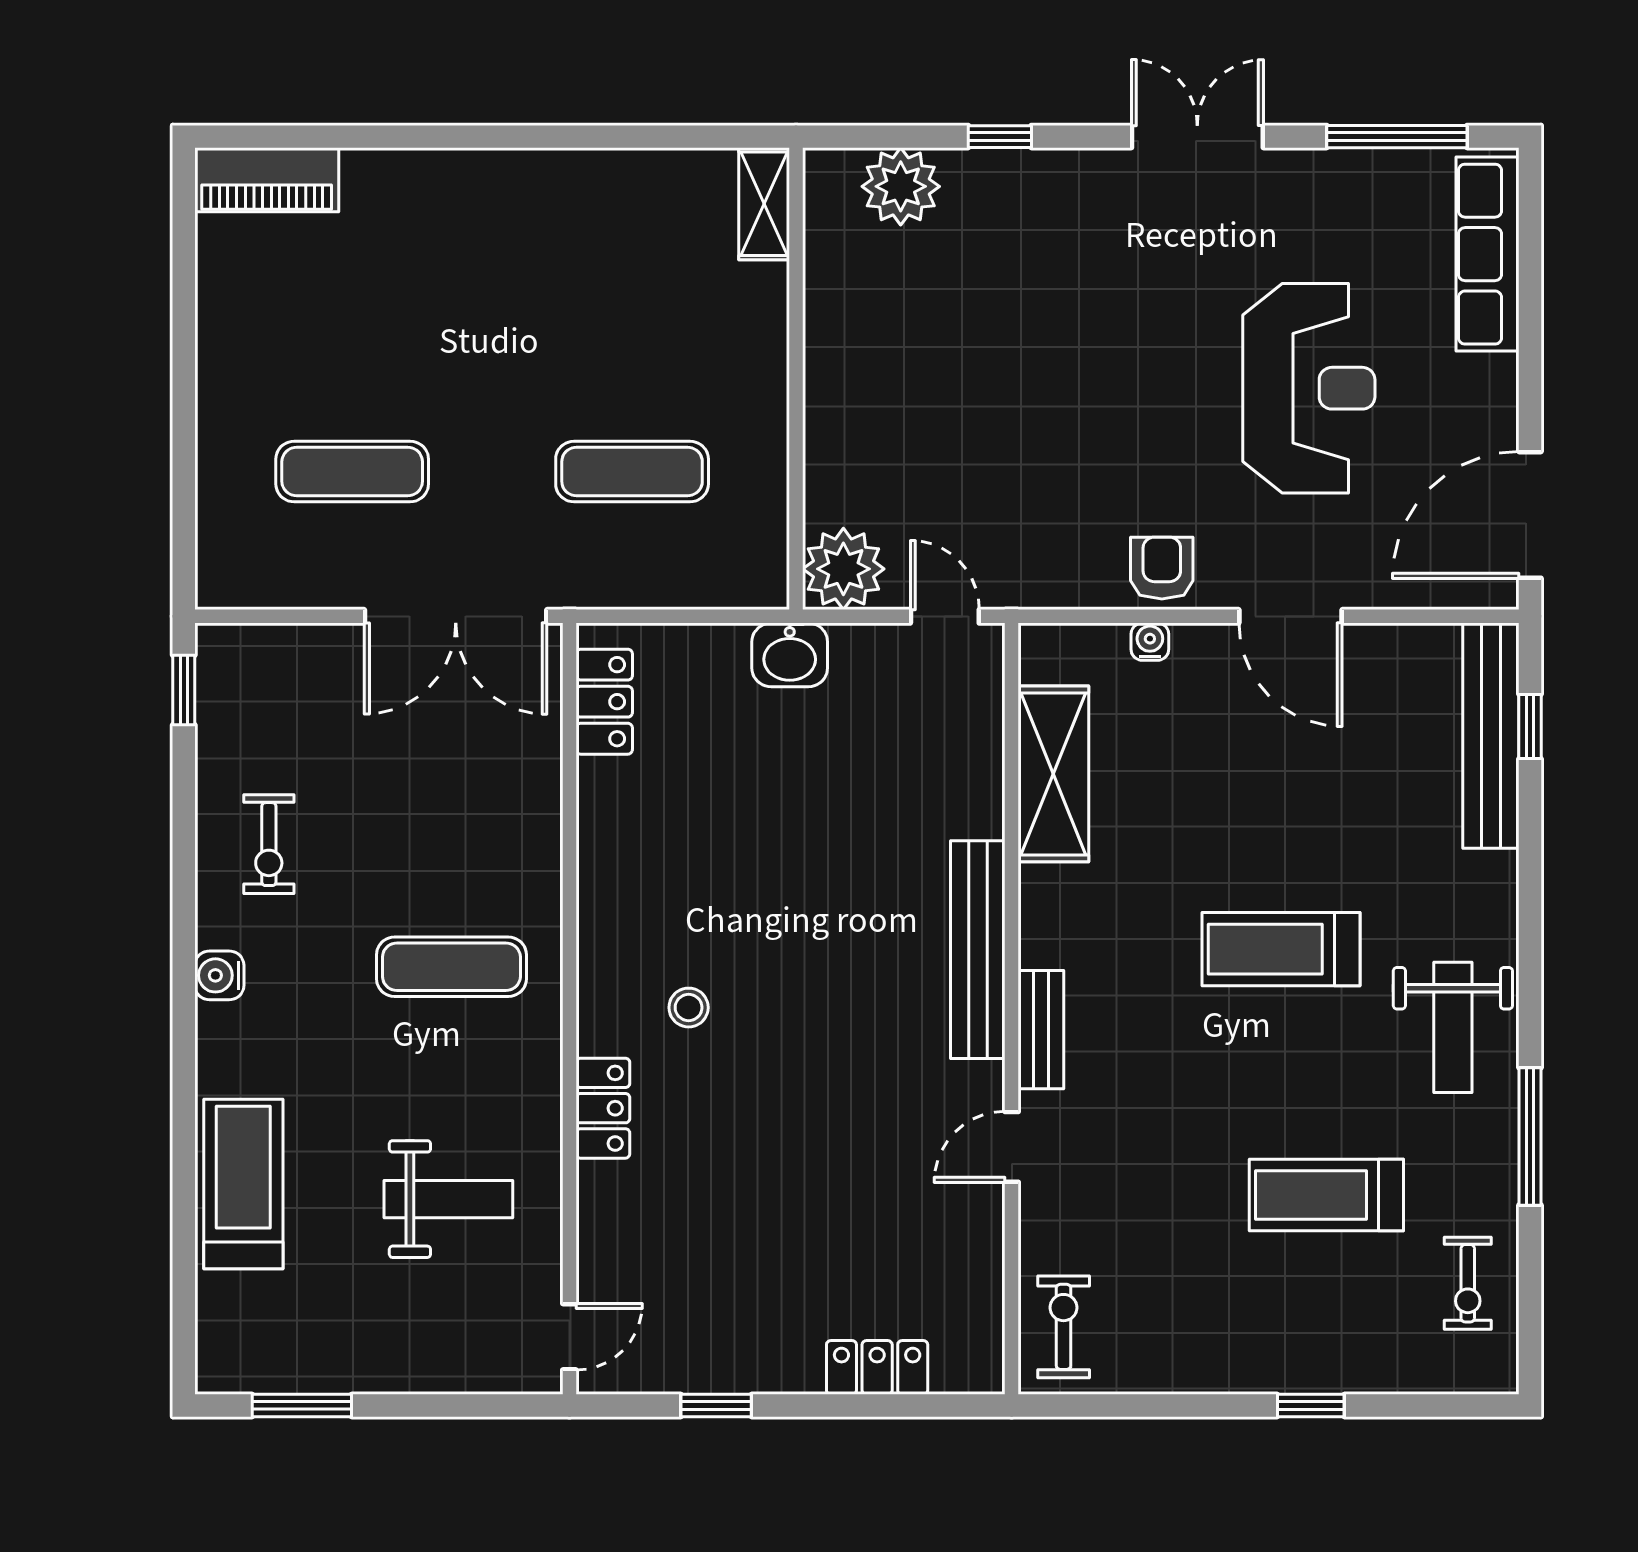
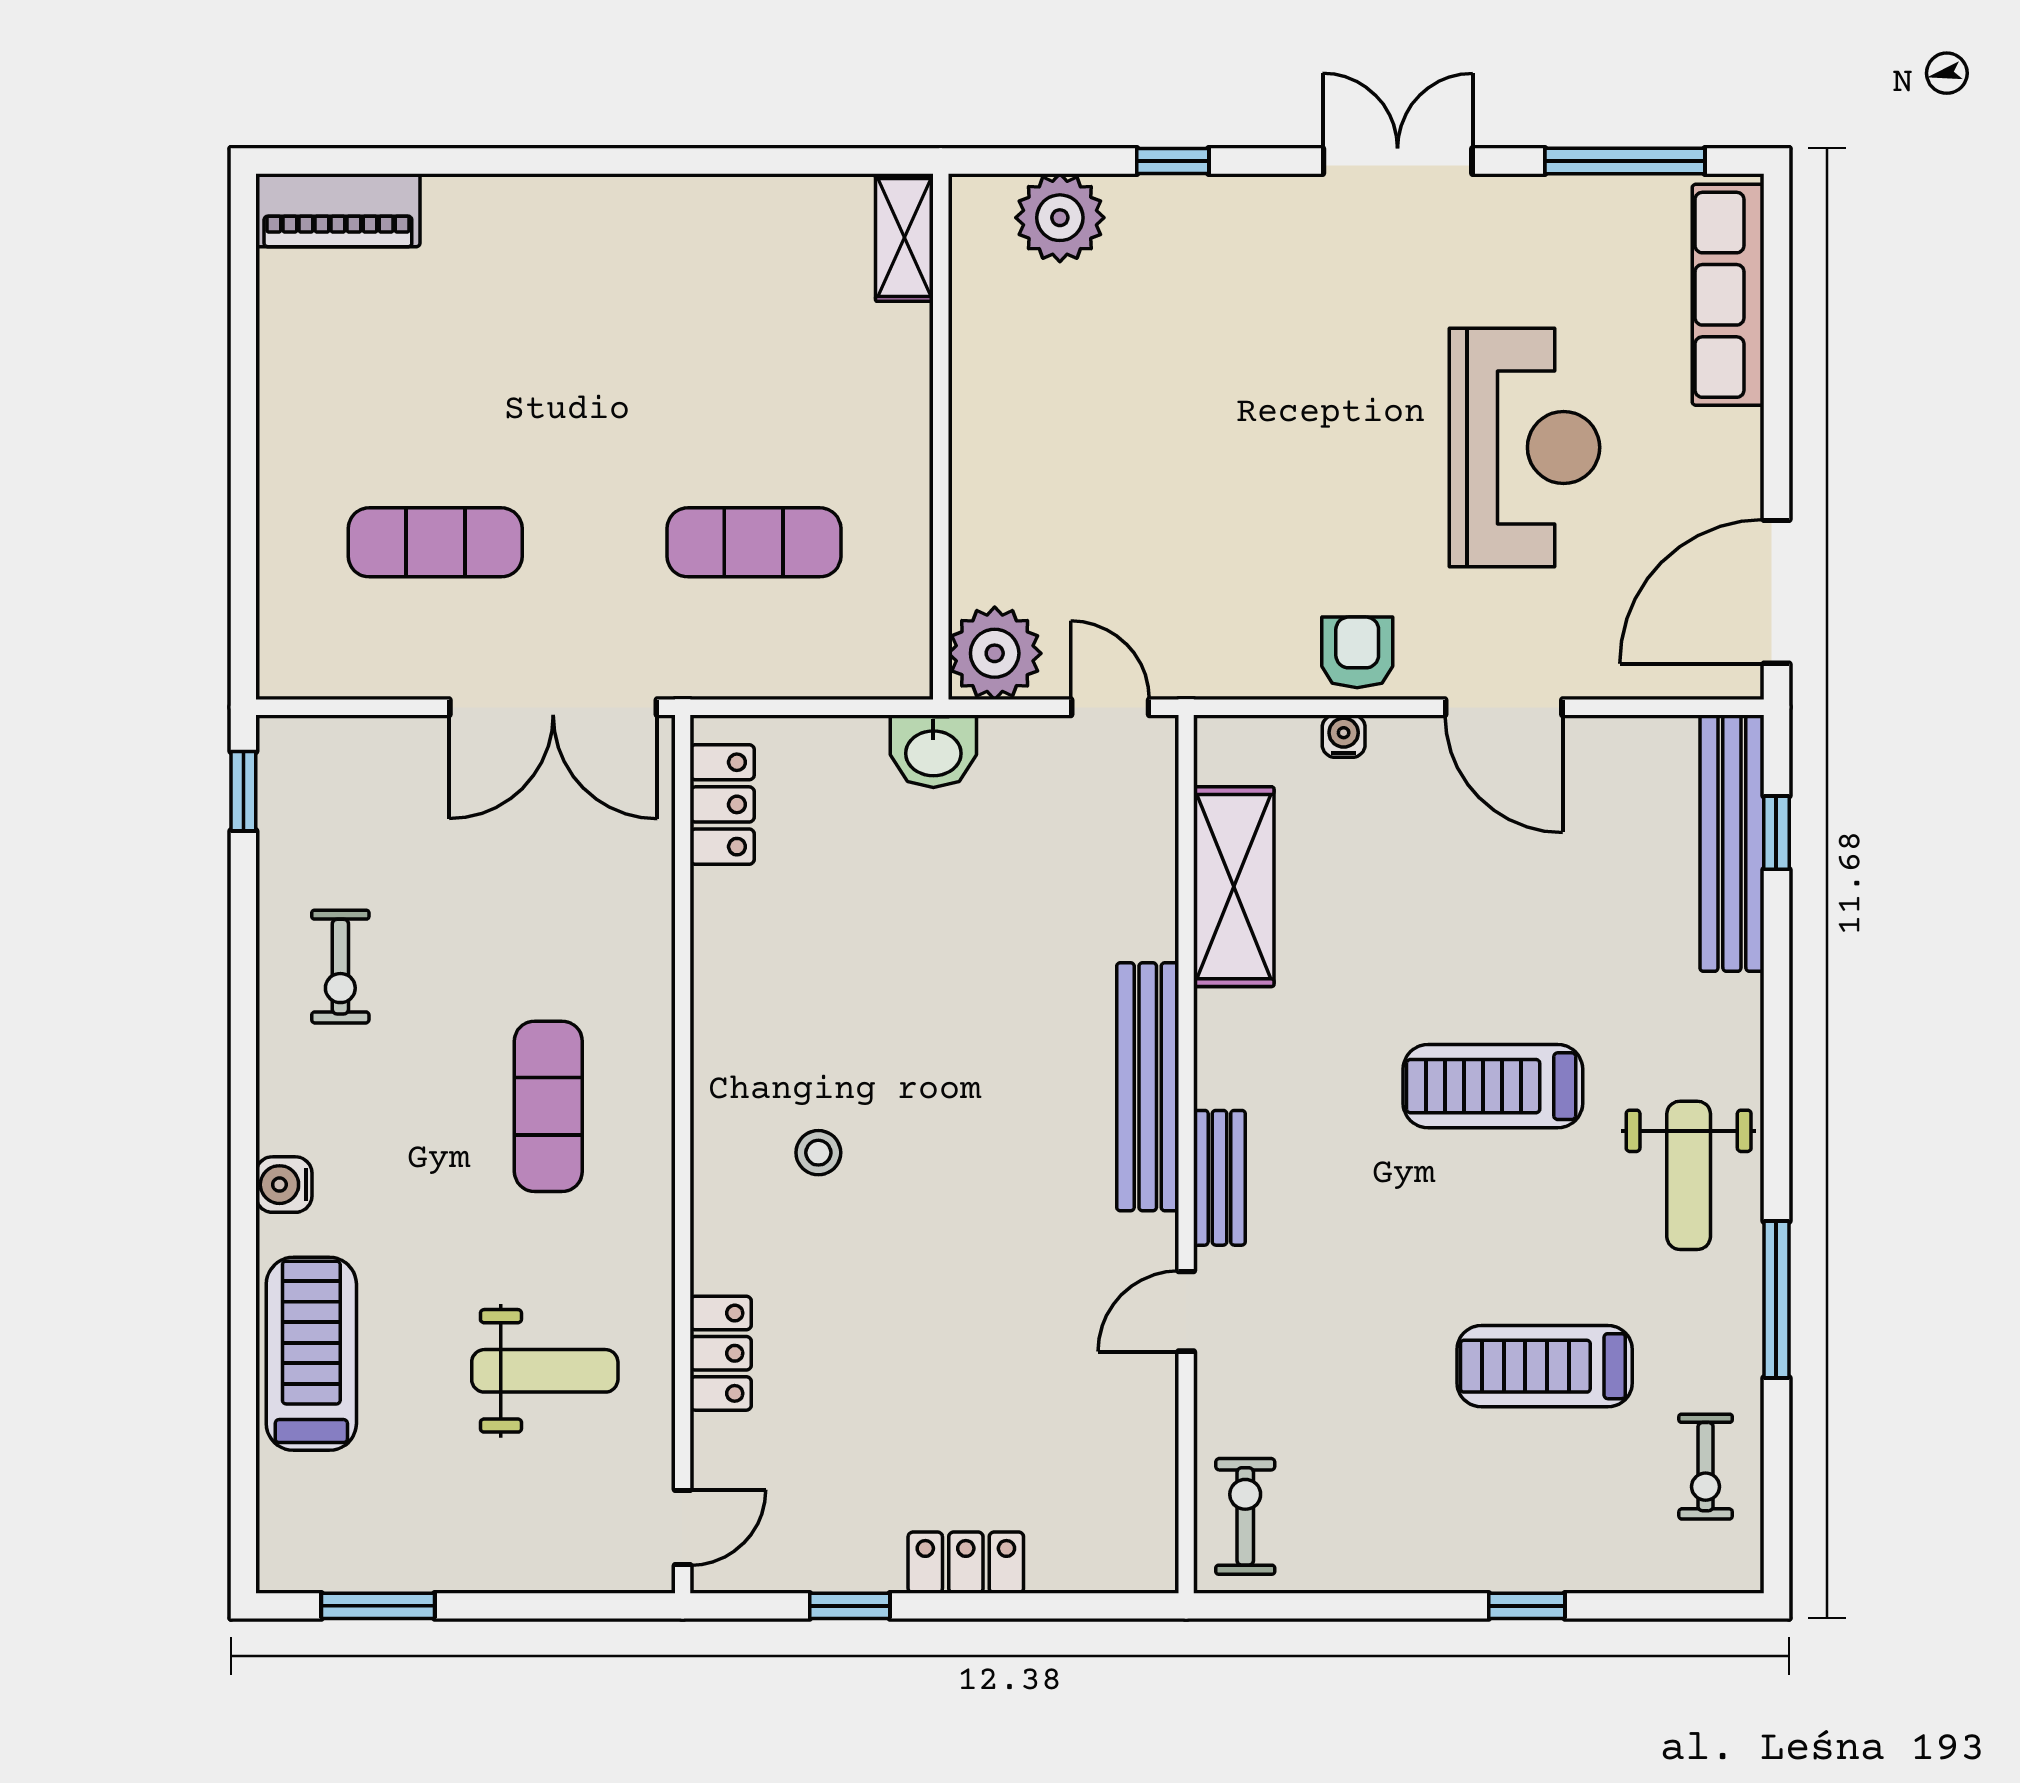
exercise mat: (451, 967) -> (548, 1106), turned 90
water cooler: (219, 975) -> (284, 1185), moved
locker: (603, 1108) -> (721, 1353), moved
locker: (877, 1367) -> (966, 1563), moved

